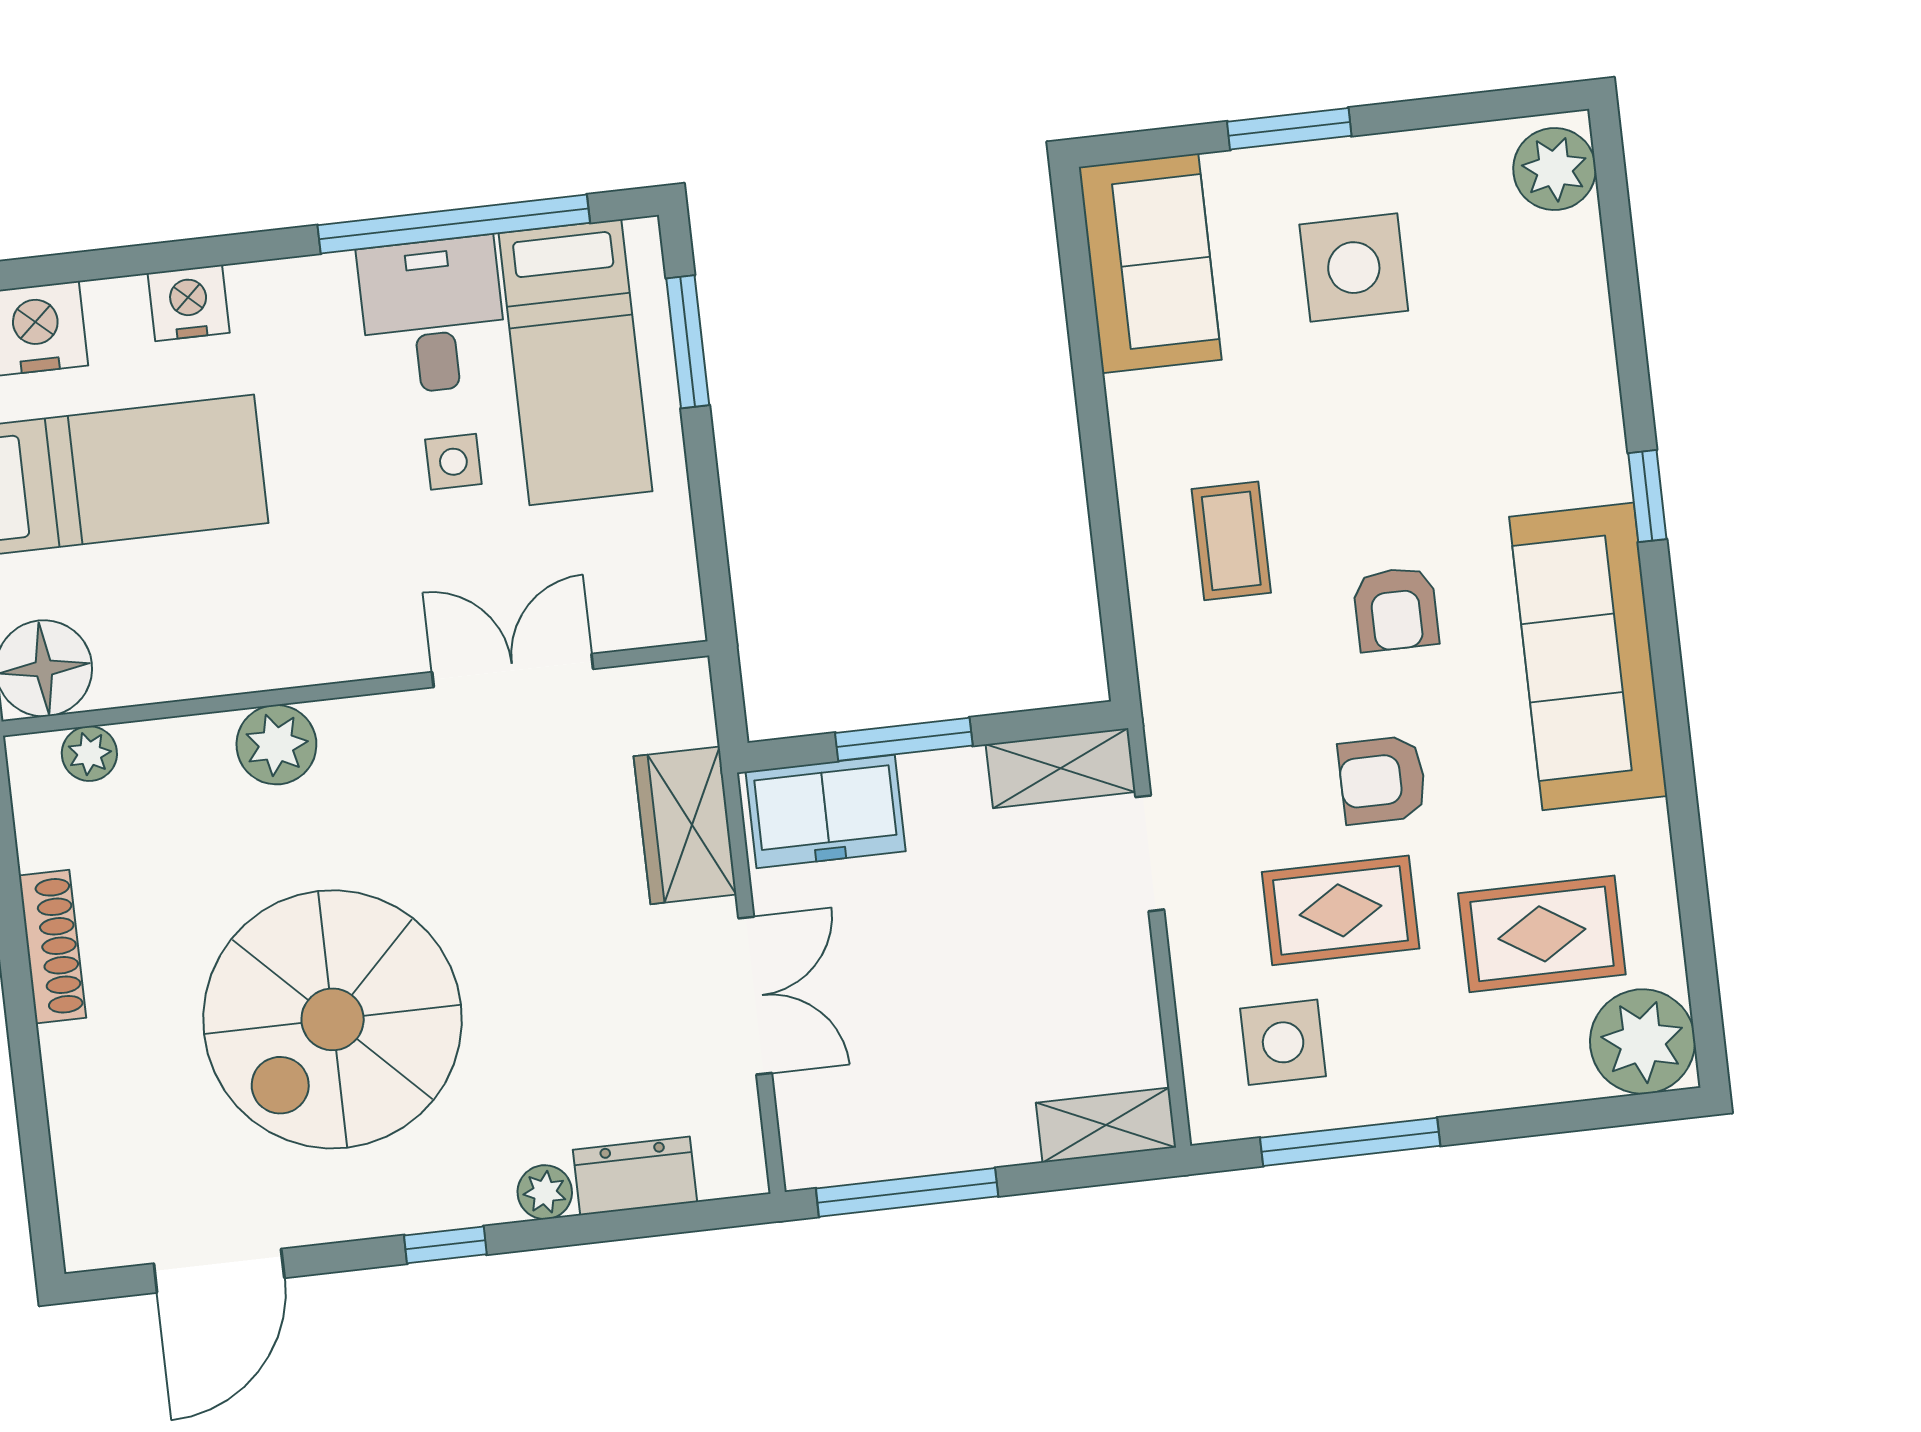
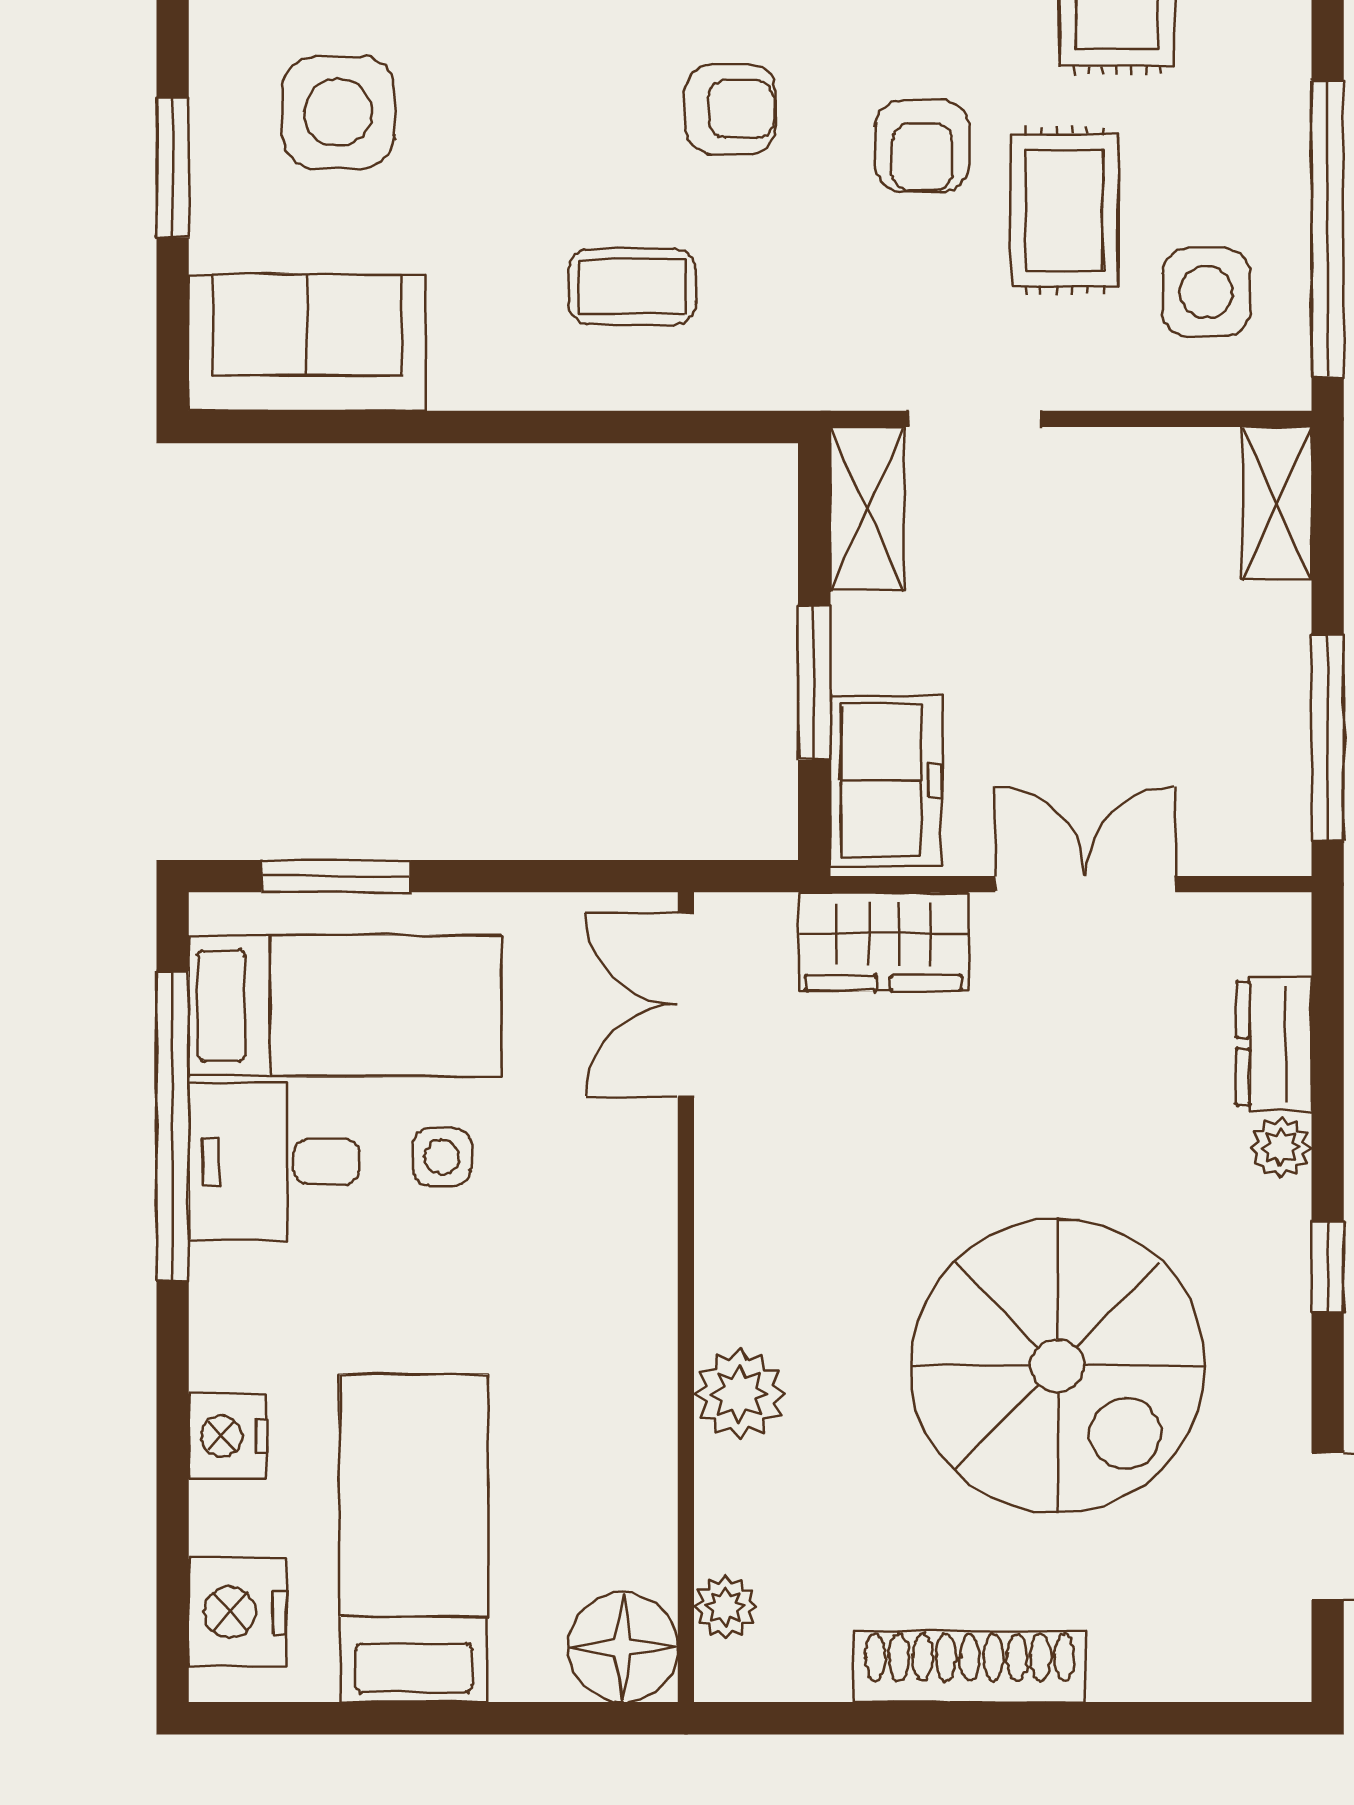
double door: (513, 671) -> (686, 1005), moved
shoe rack: (52, 947) -> (970, 1667), width x1.36, depth x1.24
window: (1350, 1142) -> (1328, 229), width x1.46

